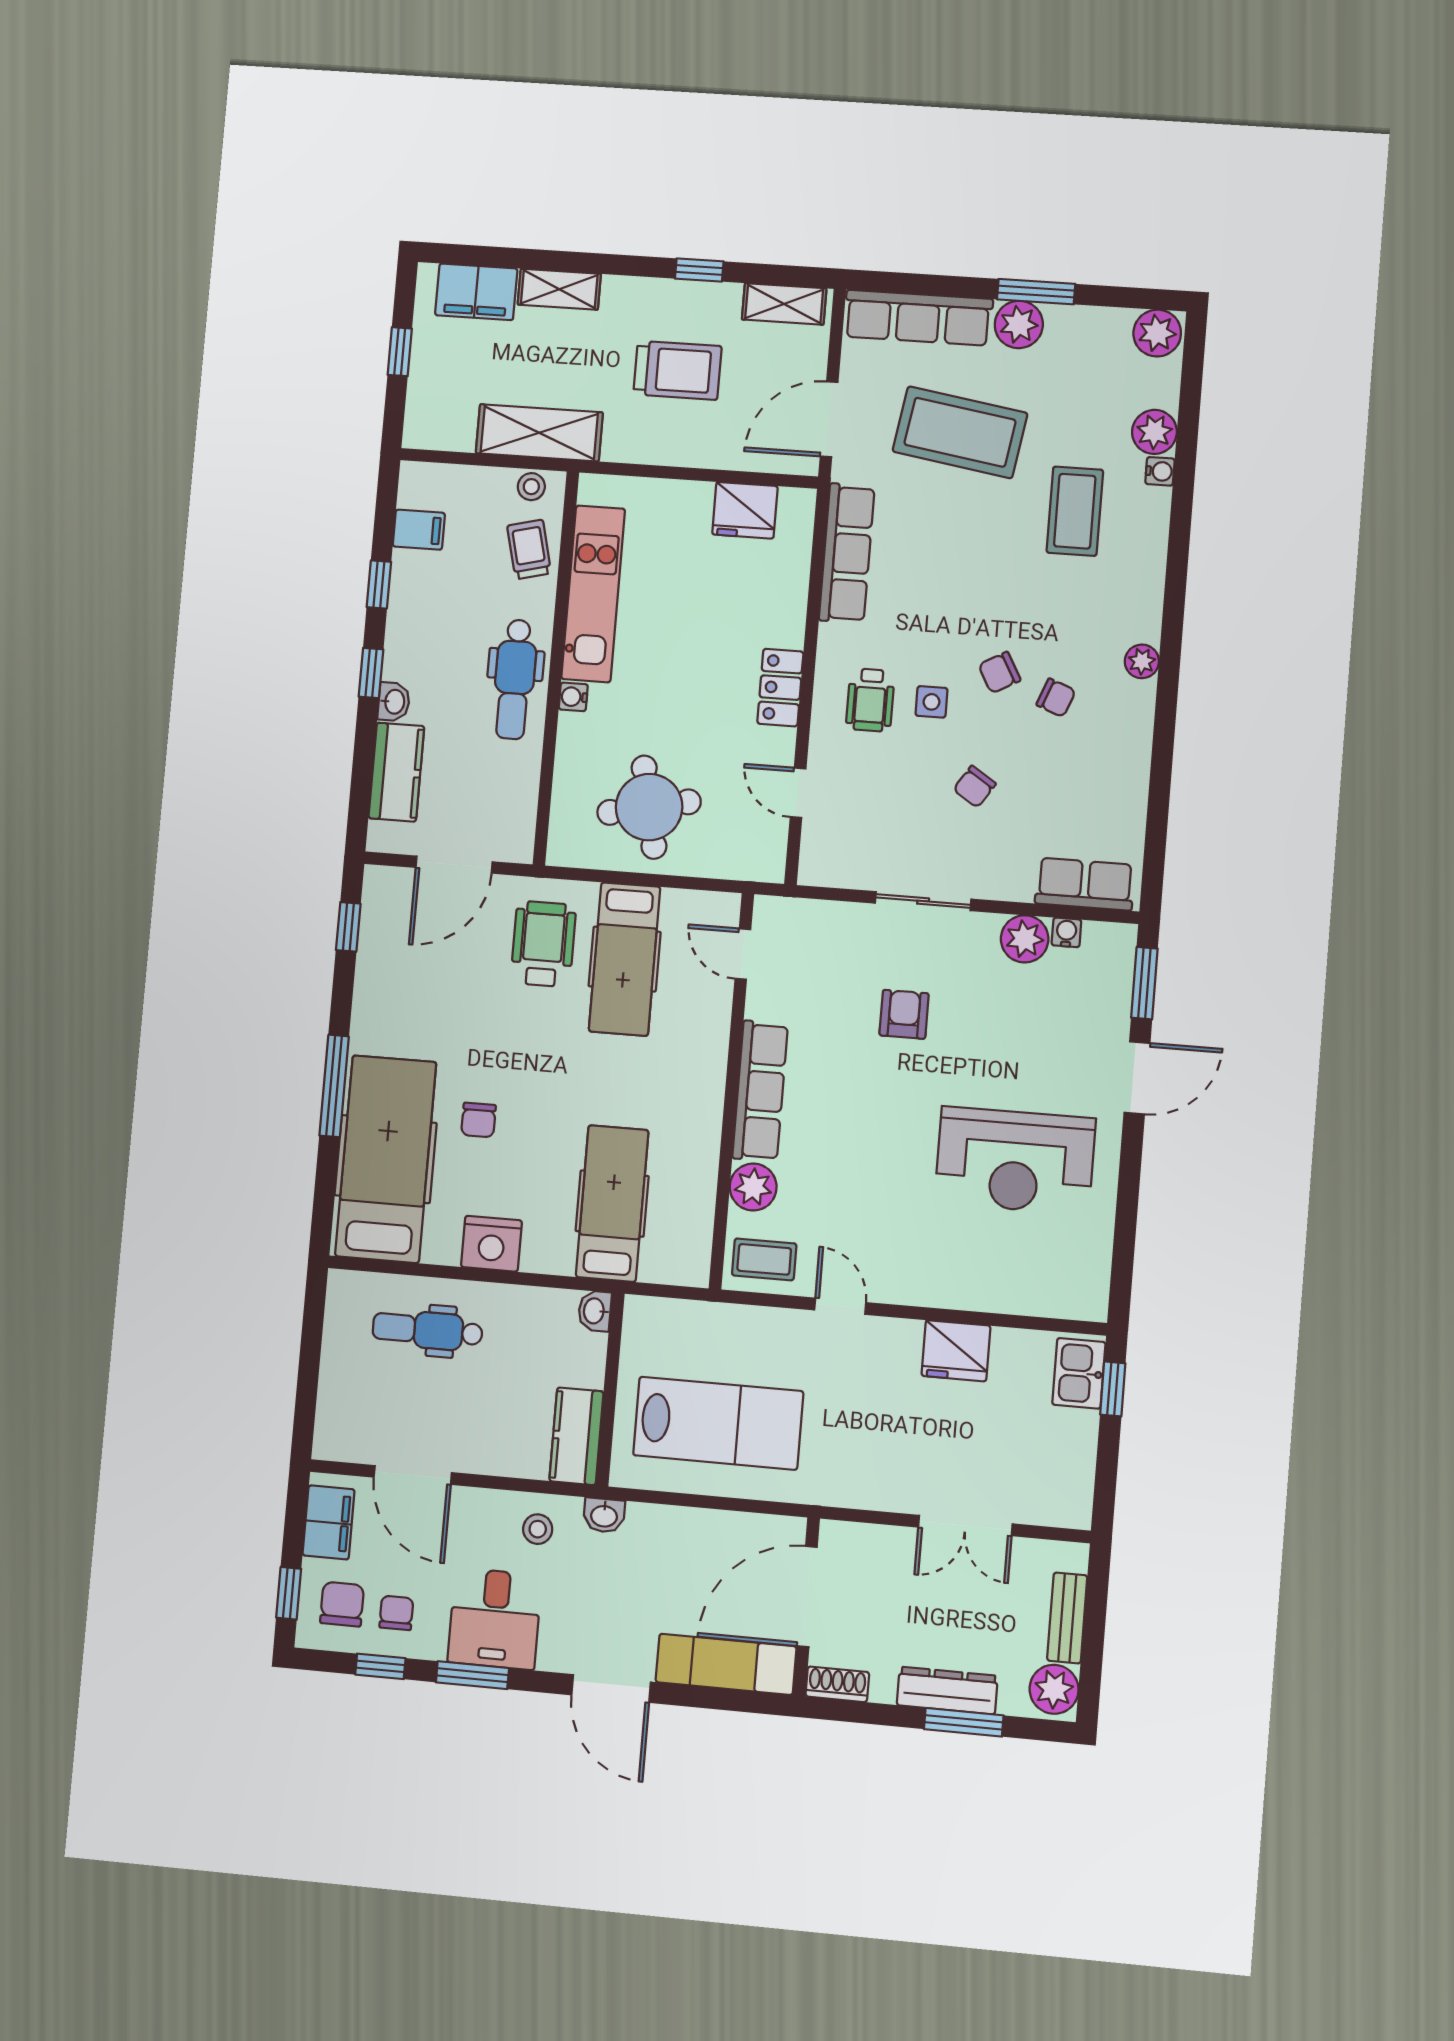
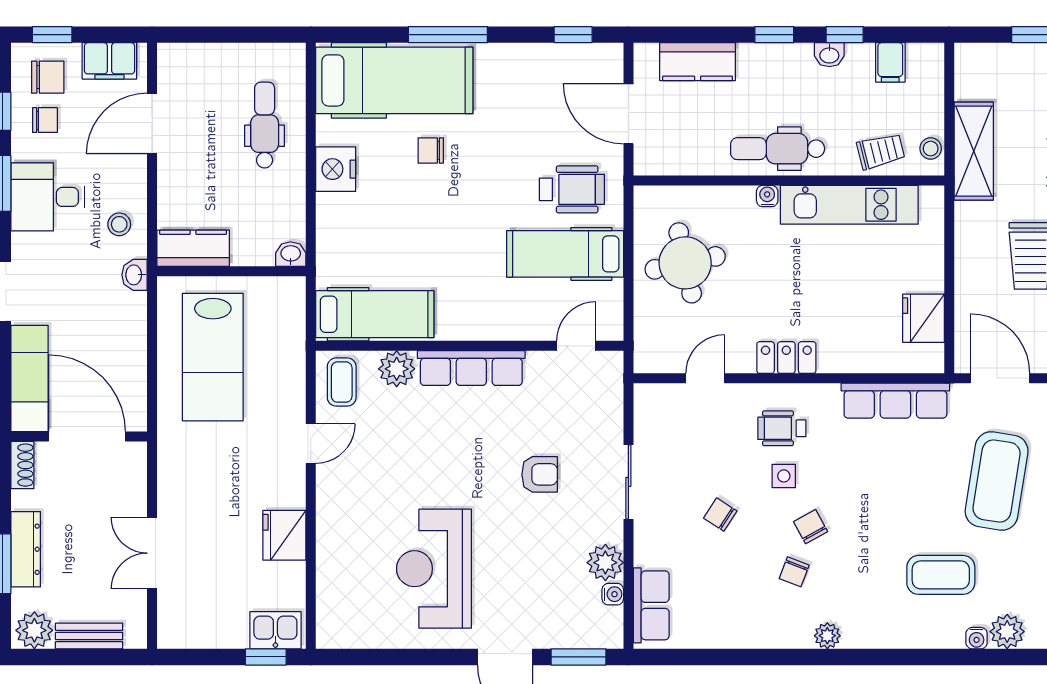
washbasin: (394, 702) -> (829, 55), moved
hospital bed: (612, 1204) -> (375, 314), moved

